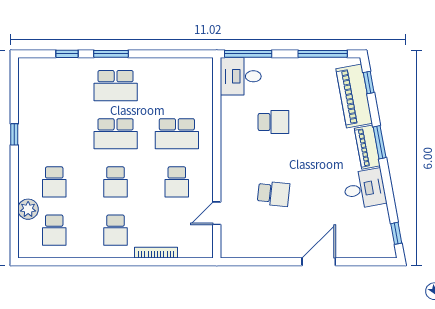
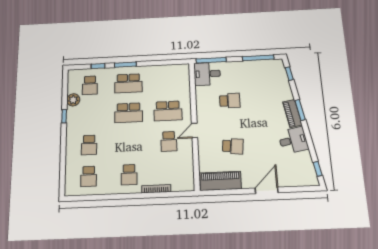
piano: (354, 96) -> (220, 181), moved, turned 100
school desk: (116, 182) -> (90, 85), moved
plant: (28, 209) -> (73, 100), moved
door: (217, 213) -> (195, 130), moved

